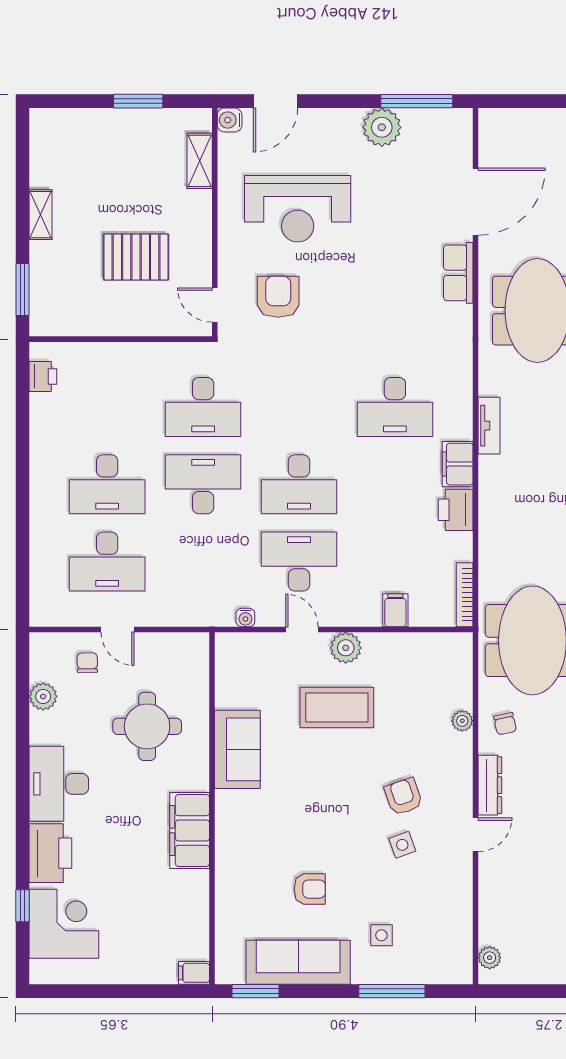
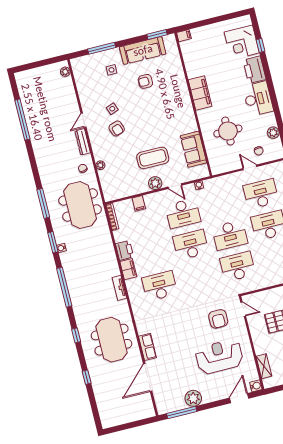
sofa: (237, 749) -> (193, 149), moved

